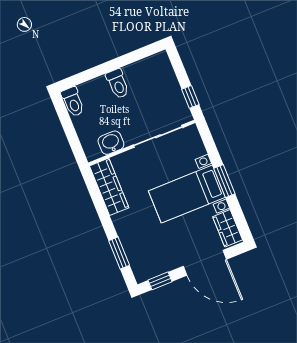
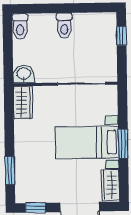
window: (190, 97) -> (121, 36), moved
washbasin: (111, 143) -> (24, 74), moved
wardrobe: (109, 187) -> (23, 103), width x0.67

